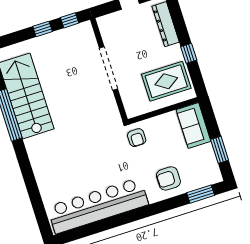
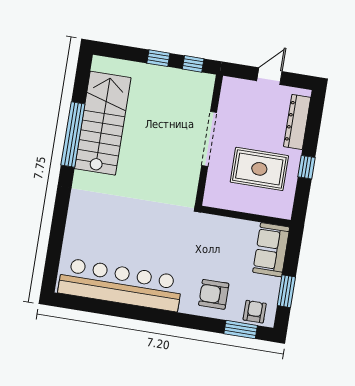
rug: (166, 81) -> (259, 169), moved
armchair: (137, 138) -> (255, 312), moved, turned 180

